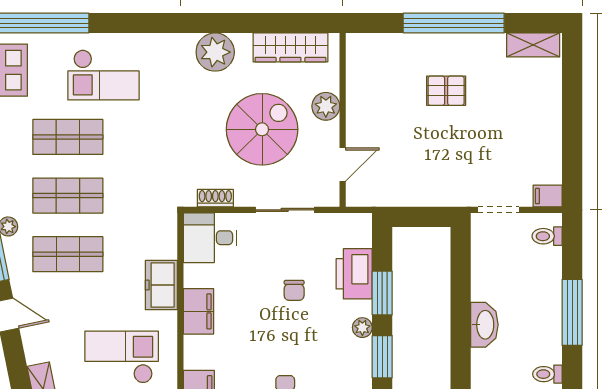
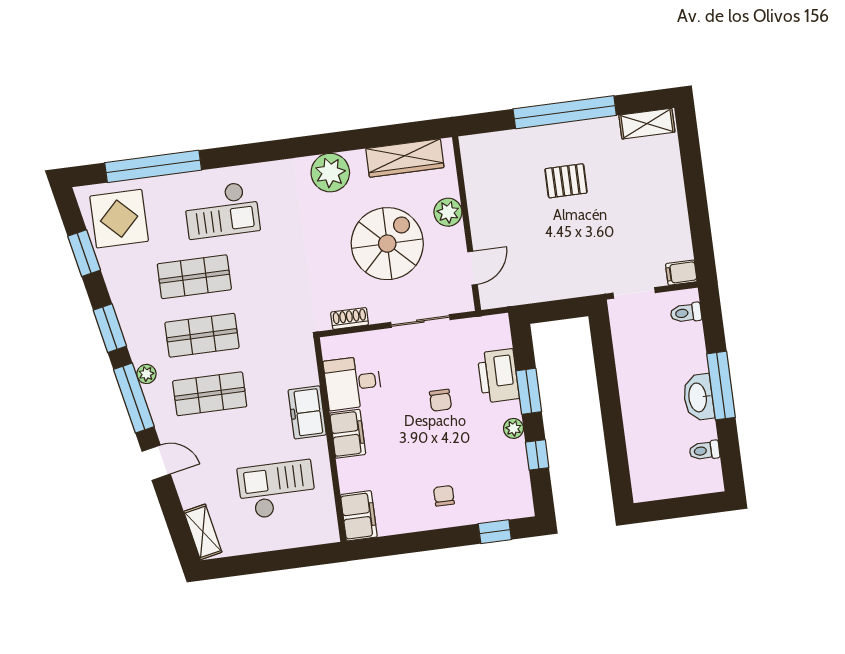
desk: (210, 238) -> (353, 383), moved
washbasin: (484, 325) -> (698, 397), moved, turned 180
window: (382, 357) -> (537, 455), width x0.67

